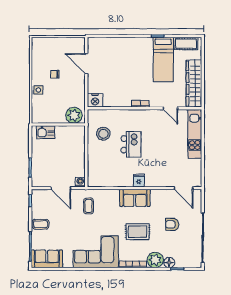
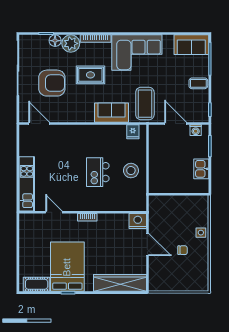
bed: (163, 59) -> (67, 267), width x1.50
door: (86, 64) -> (147, 244), moved
wardrobe: (194, 84) -> (120, 283), moved, turned -90
plant: (74, 115) -> (161, 204), removed
kitchen sink: (46, 132) -> (201, 169), moved, turned -90
stool: (103, 134) -> (131, 171), moved
fridge: (139, 181) -> (133, 132), moved
washing machine: (80, 182) -> (196, 130), moved
sofa: (135, 198) -> (111, 113), moved
coffee table: (88, 206) -> (145, 104), width x1.86, depth x1.72
armchair: (172, 224) -> (52, 83), width x1.88, depth x1.88

